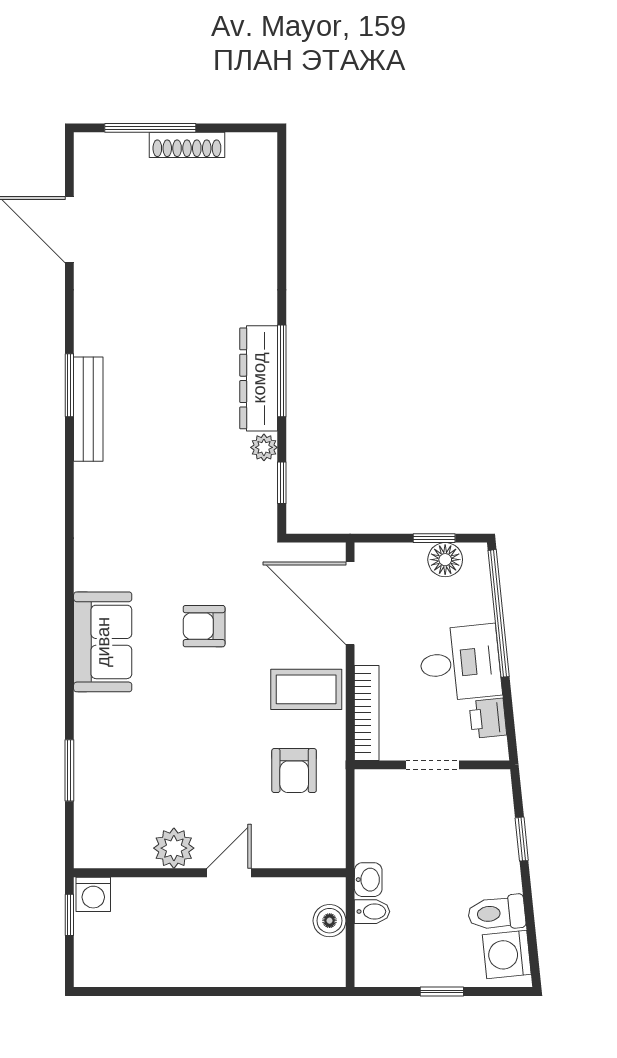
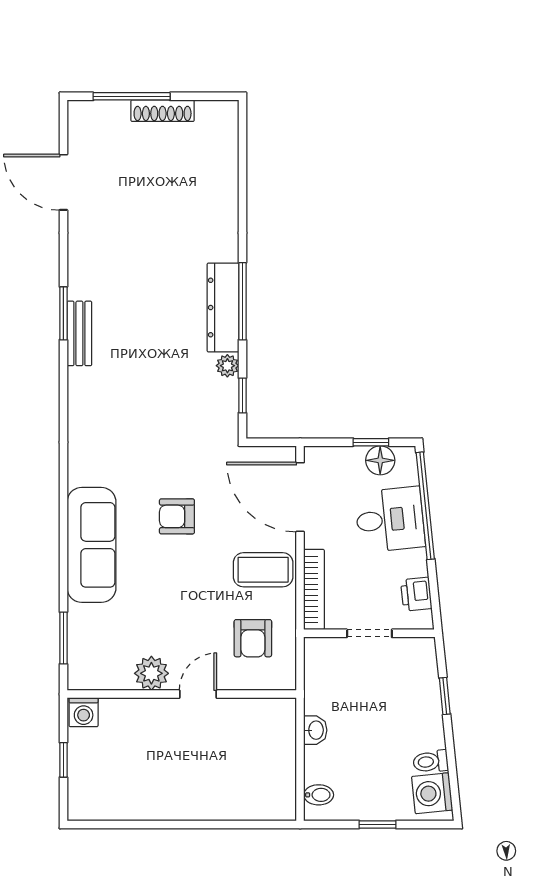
bench: (88, 409) -> (79, 333), width x0.73
sofa: (103, 642) -> (92, 545), width x1.36
desk: (460, 663) -> (390, 520), moved
plant: (174, 848) -> (151, 673), moved
wall: (210, 873) -> (182, 694), moved
door: (229, 873) -> (198, 694), moved
washing machine: (93, 894) -> (84, 712), moved
bidet: (372, 912) -> (319, 795), moved
toilet: (497, 913) -> (431, 762), width x0.73, depth x0.72
boiler: (330, 921) -> (283, 765), removed

